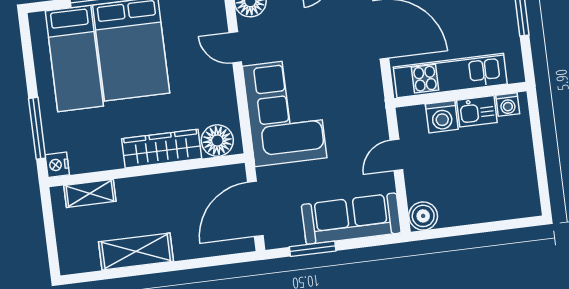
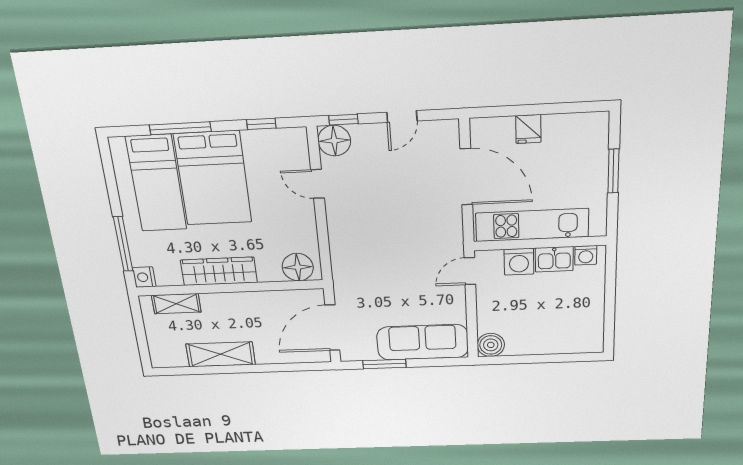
corner sofa: (285, 112) -> (364, 247), removed
wardrobe: (162, 149) -> (219, 271), moved
door: (396, 155) -> (470, 271), moved

